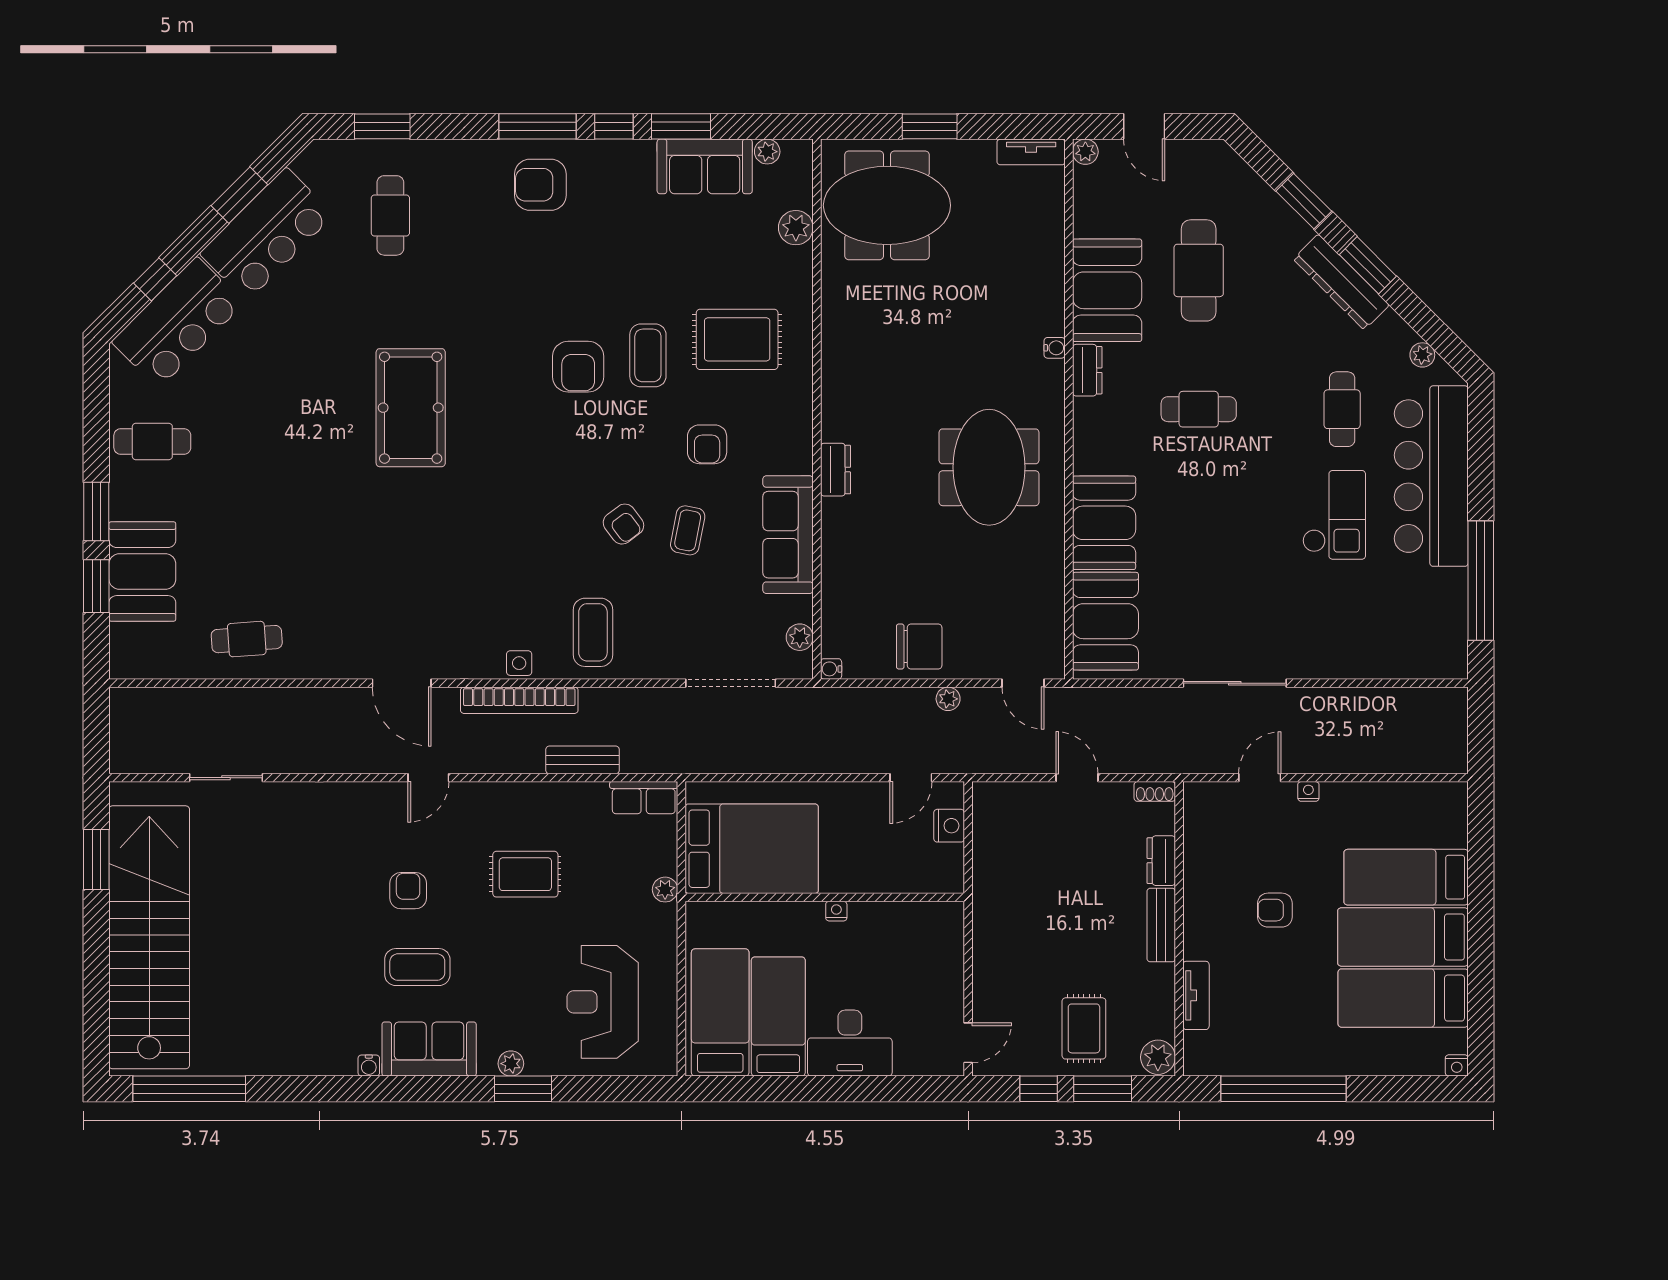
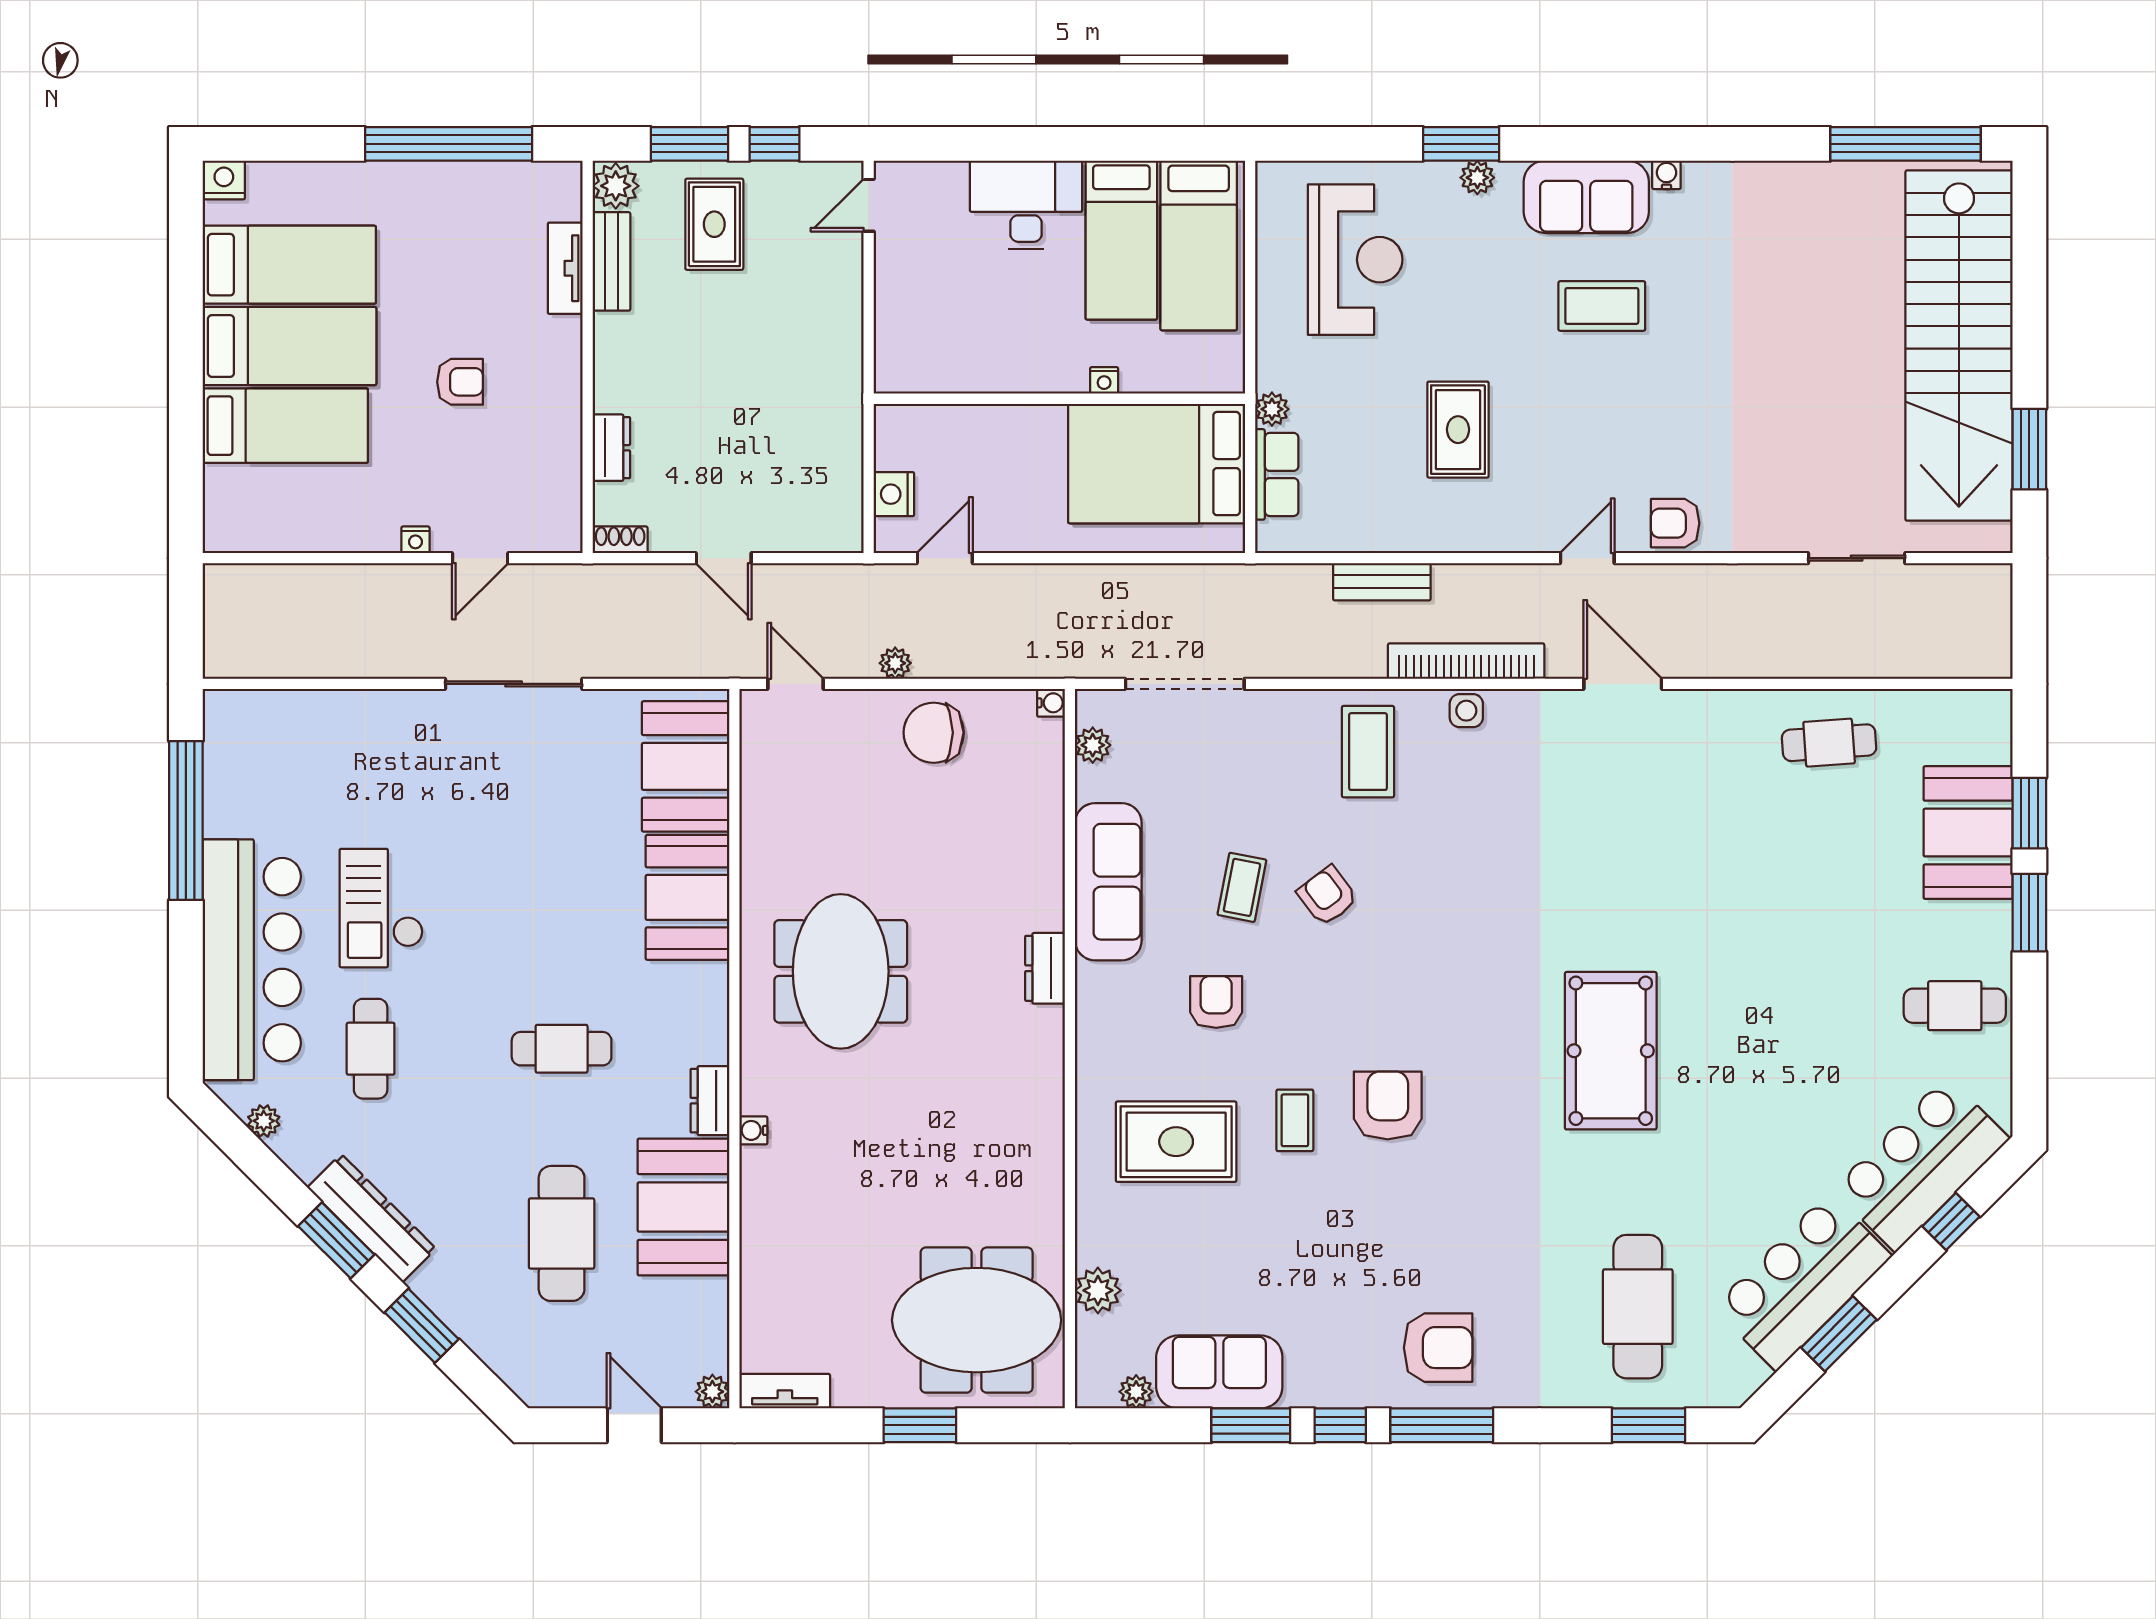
cafe table: (390, 215) -> (1638, 1307), width x1.37, depth x1.35
coffee table: (648, 355) -> (1295, 1120), width x0.73, depth x0.77
row of seats: (644, 798) -> (1277, 474), moved, turned 90
rug: (525, 874) -> (1458, 430), turned 90
armchair: (408, 891) -> (1675, 523), moved, turned 90
nightstand: (836, 911) -> (1104, 380), moved
bench: (1161, 925) -> (611, 261), moved
nightstand: (1457, 1065) -> (224, 180), width x1.39, depth x1.35

